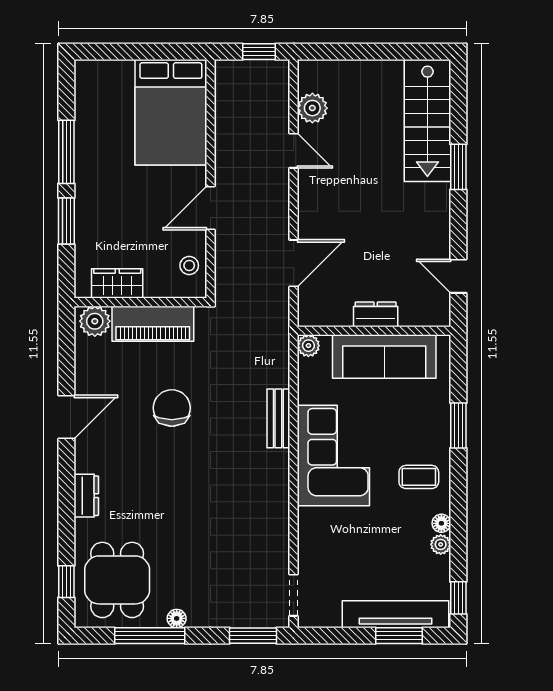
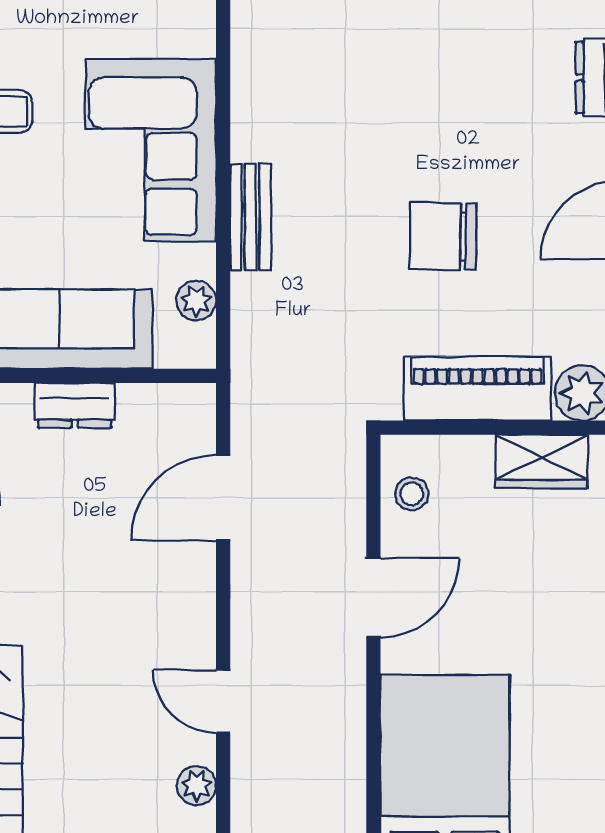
plant: (312, 108) -> (197, 786), width x0.73, depth x0.73
plant: (308, 346) -> (196, 301), moved
chair: (172, 408) -> (443, 236), turned 91

